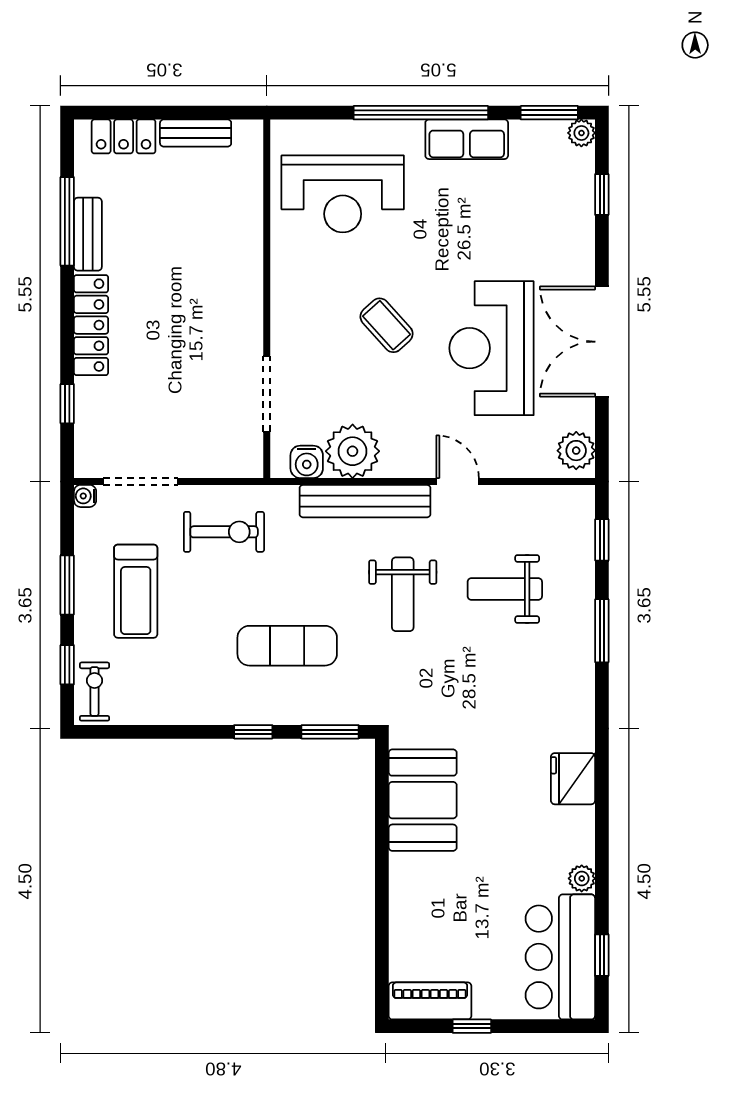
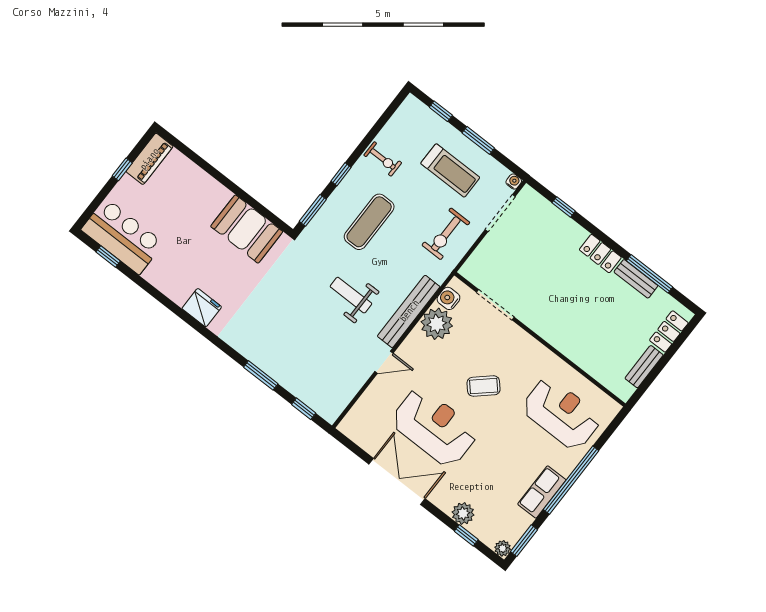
reception desk: (343, 194) -> (561, 414), turned 90
locker: (91, 325) -> (600, 254), width x0.66
plant: (576, 451) -> (463, 513), moved
weight bench: (505, 589) -> (316, 345), removed
treadmill: (136, 591) -> (450, 170), turned 180
exercise bike: (94, 692) -> (383, 159), moved
plant: (582, 878) -> (152, 275), removed

